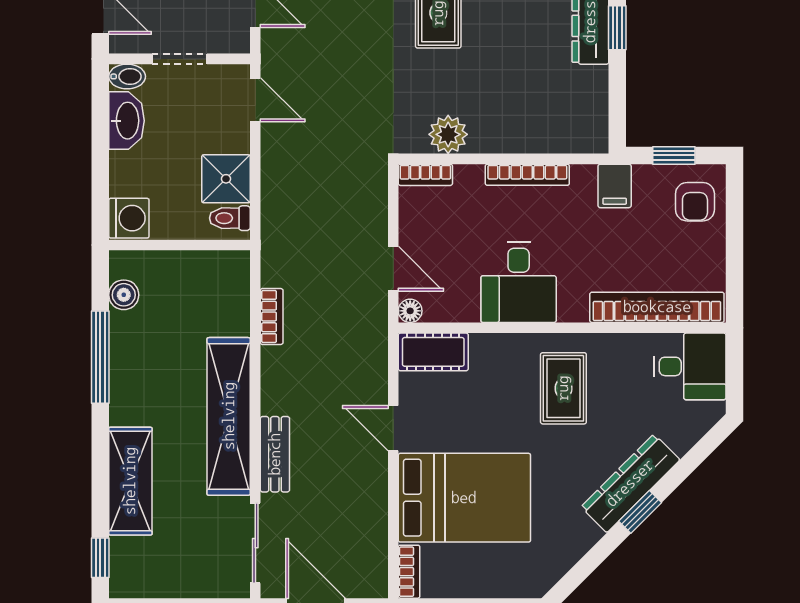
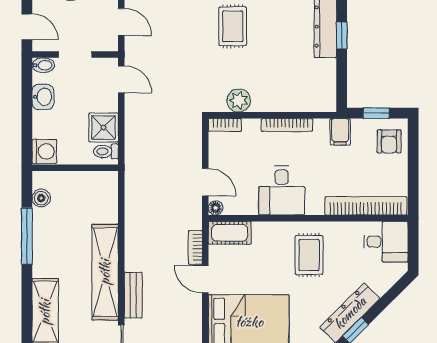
washbasin: (126, 121) -> (43, 97), width x0.72
bookcase: (272, 316) -> (195, 247), moved, turned 180

